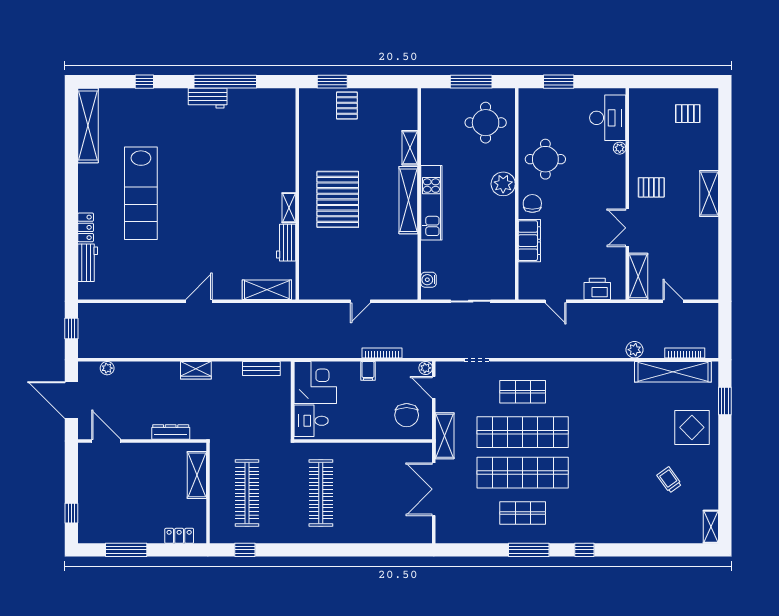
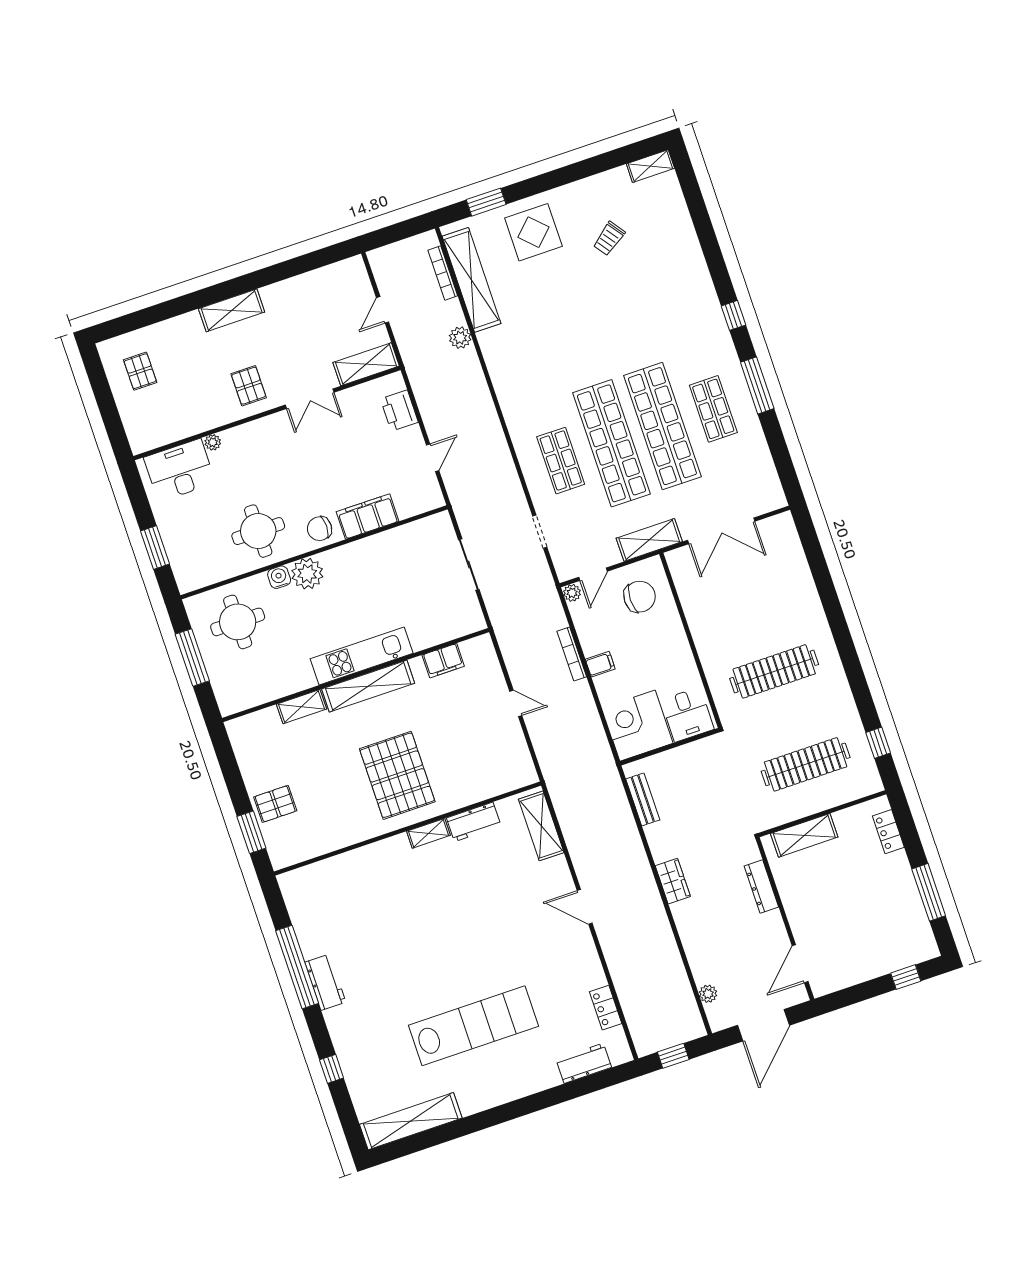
pallet: (338, 199) -> (397, 775), turned 90
locker: (86, 227) -> (606, 1008), moved, turned -90
filing cabinet: (408, 260) -> (443, 661), added
water cooler: (429, 280) -> (279, 577), moved, turned 180

